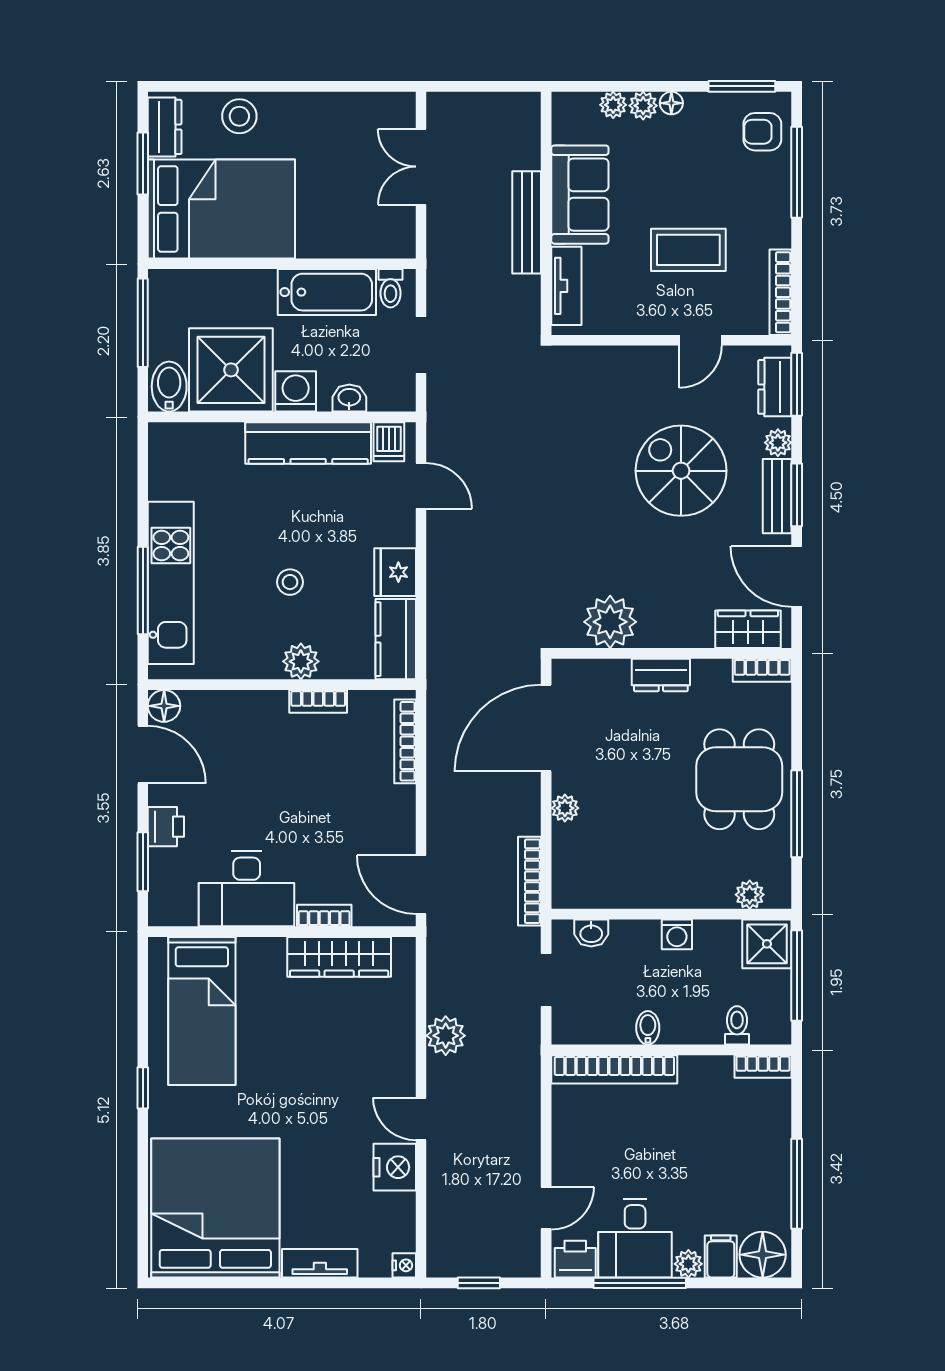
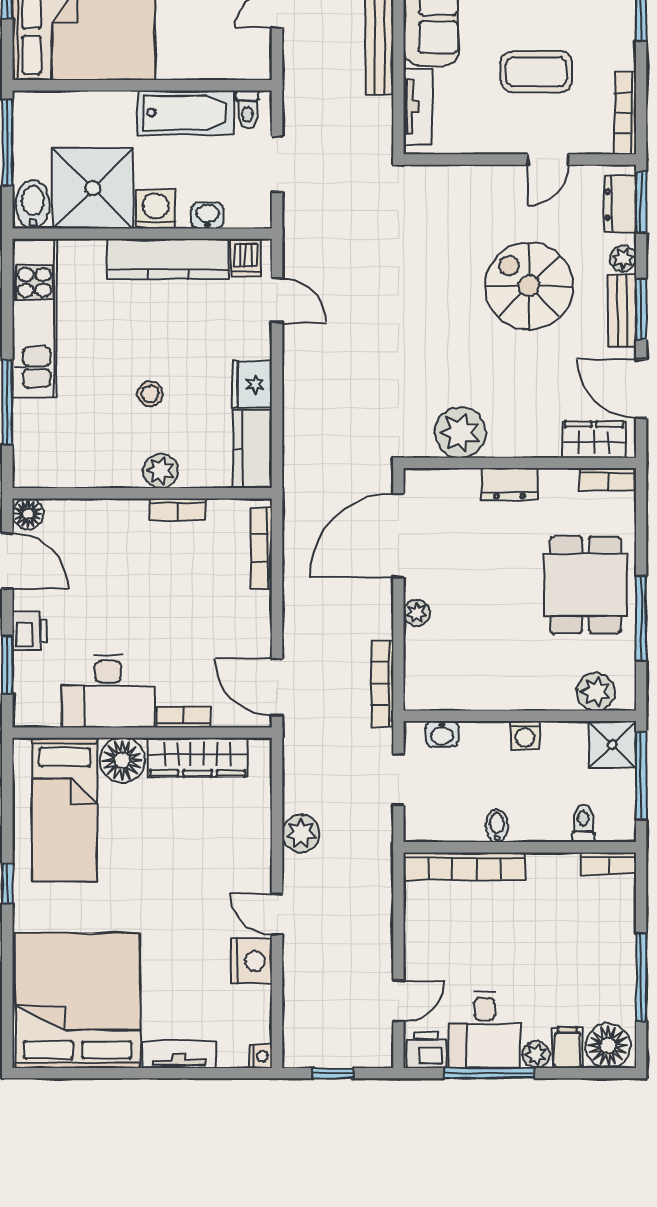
kitchen unit: (171, 583) -> (34, 319), moved
plant: (750, 895) -> (596, 692), width x1.38, depth x1.38
floor lamp: (261, 960) -> (122, 760), added

